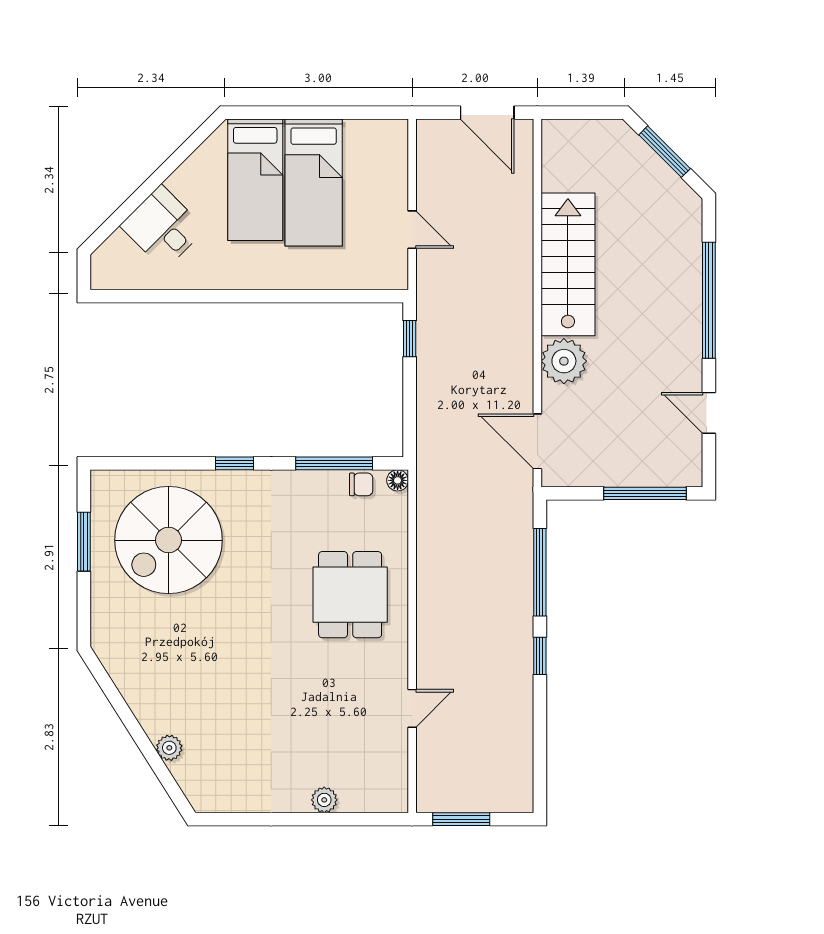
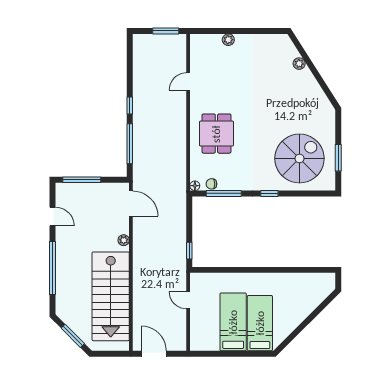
desk: (163, 227) -> (302, 301), removed
stairs: (568, 264) -> (111, 296), width x1.36, depth x1.51
plant: (564, 361) -> (124, 240), width x0.53, depth x0.53

